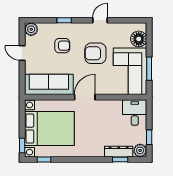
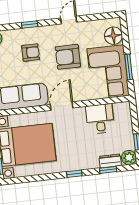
desk: (135, 113) -> (100, 119), moved
dresser: (119, 152) -> (110, 161), width x0.70
window: (44, 159) -> (74, 174), moved

